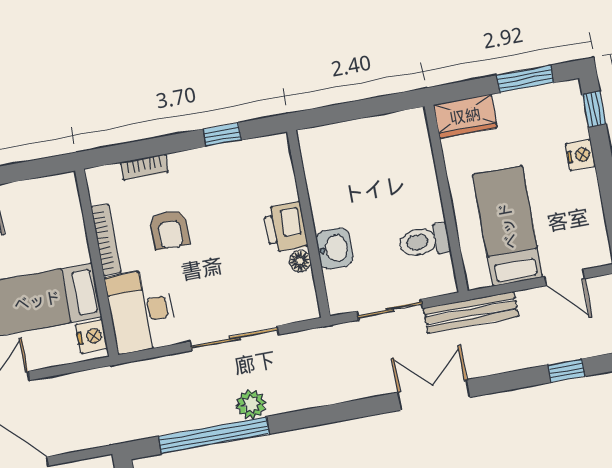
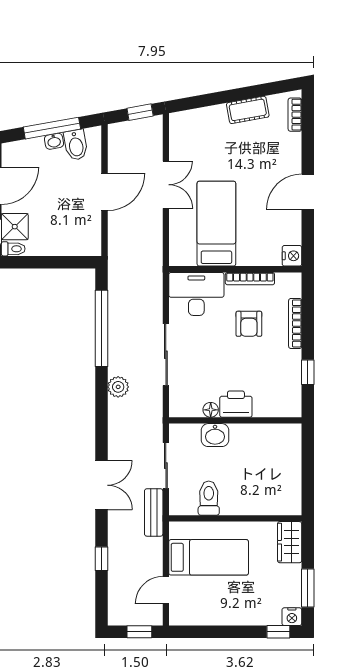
nightstand: (581, 155) -> (292, 617), moved
bookcase: (144, 167) -> (295, 323), width x1.56
armchair: (169, 230) -> (249, 324), turned -90
bench: (471, 312) -> (154, 512), width x0.73
nightstand: (92, 336) -> (292, 256), moved, turned -90
window: (567, 370) -> (101, 559), moved
plant: (251, 404) -> (118, 387), moved

